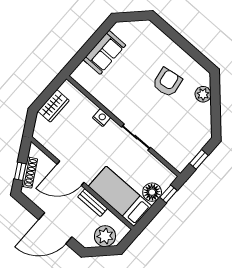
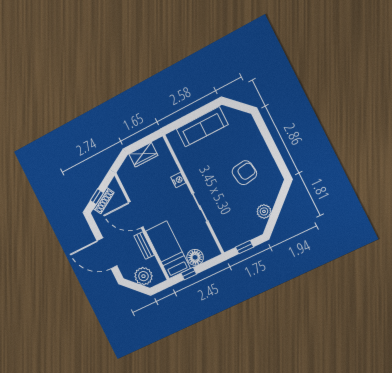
sofa: (104, 52) -> (202, 127), width x1.36
plant: (203, 94) -> (264, 211), moved
window: (169, 194) -> (189, 274), moved

